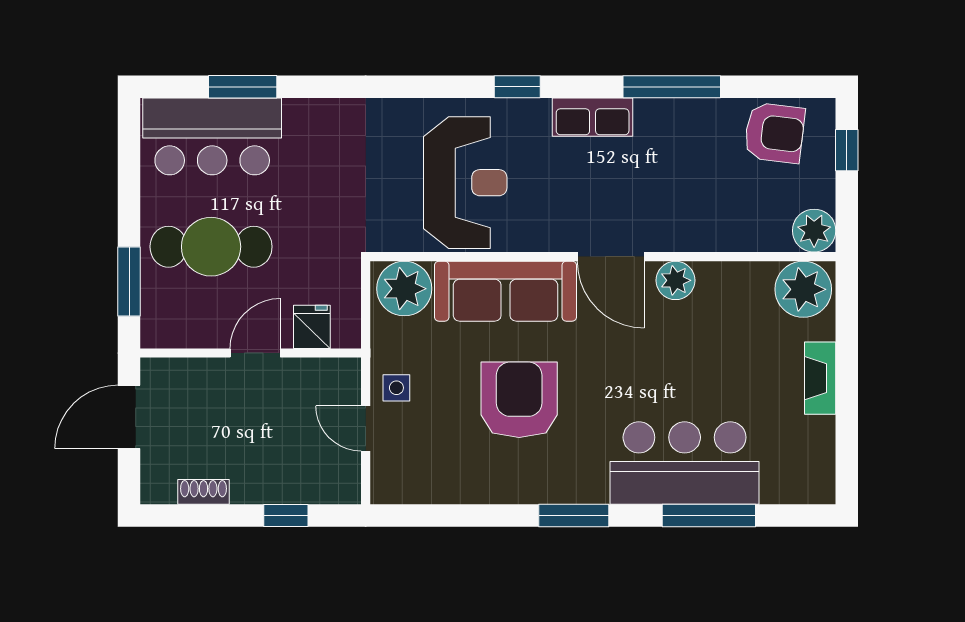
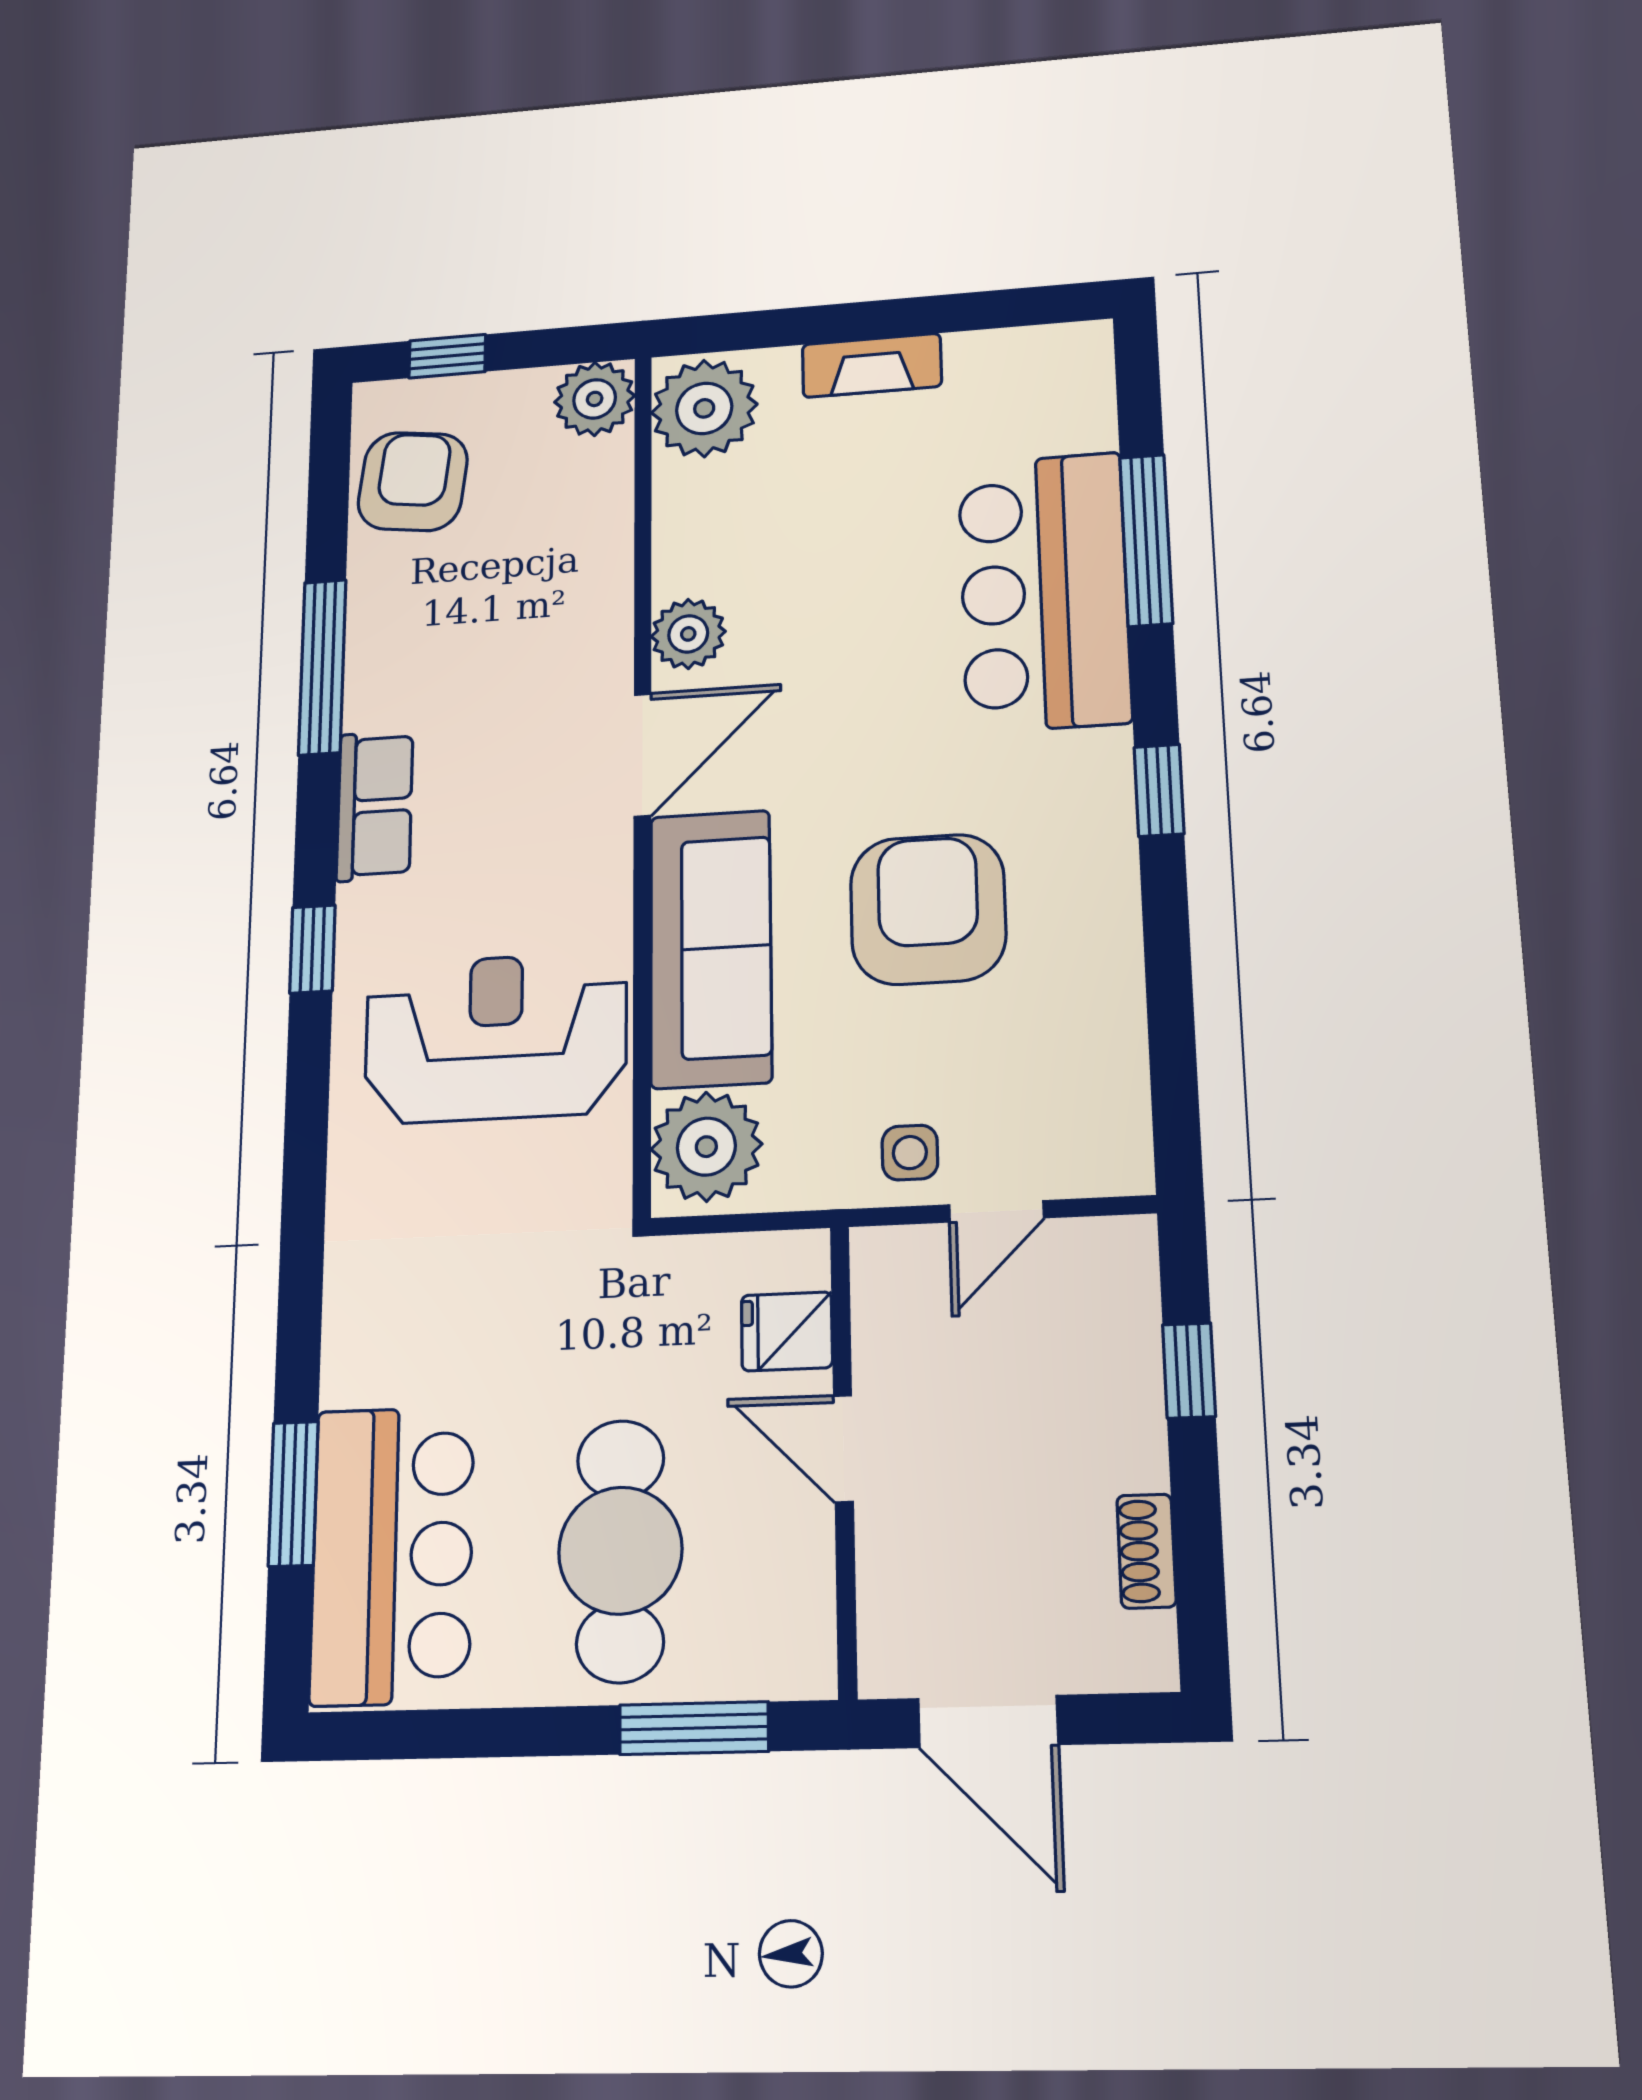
armchair: (519, 400) -> (928, 909), turned 90
window: (574, 515) -> (1159, 790), width x0.67

